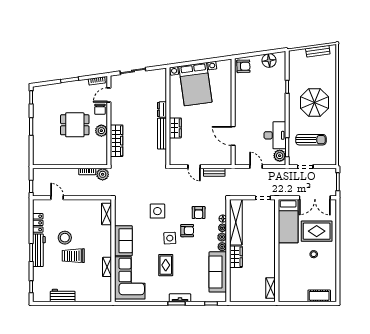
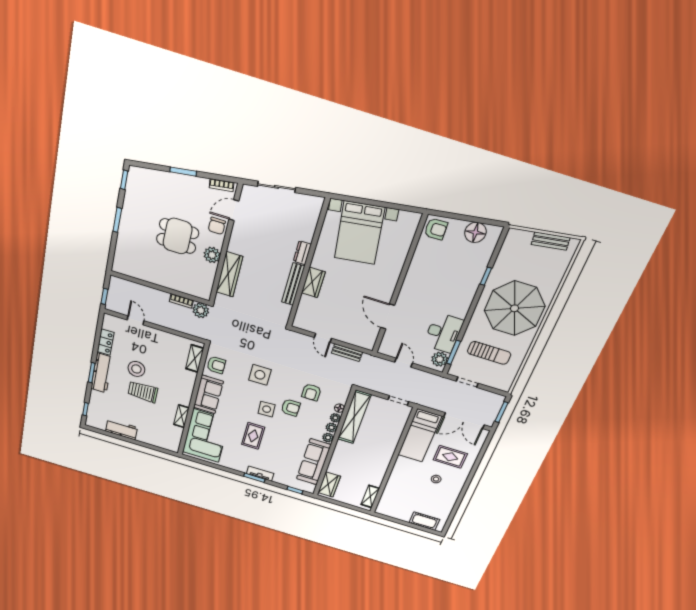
parasol: (314, 103) -> (515, 308), width x1.36, depth x1.36
armchair: (124, 214) -> (216, 365), added
rug: (317, 231) -> (450, 457), width x0.73, depth x0.70
wardrobe: (236, 257) -> (329, 485), moved

